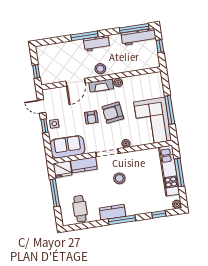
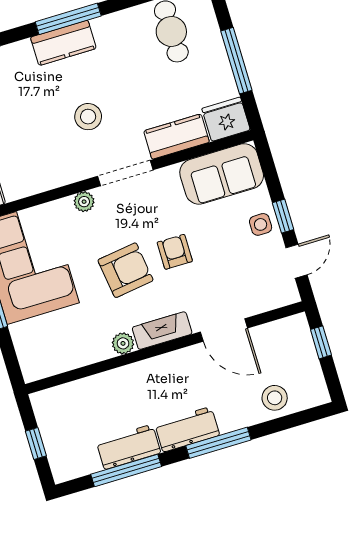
window: (134, 28) -> (126, 470), moved
workbench: (139, 37) -> (128, 447), moved, width x0.73
stool: (100, 69) -> (275, 398), moved
door: (76, 82) -> (224, 330), swing flipped
door: (42, 106) -> (297, 261), hinge flipped
kitchen counter: (112, 212) -> (63, 43), moved

